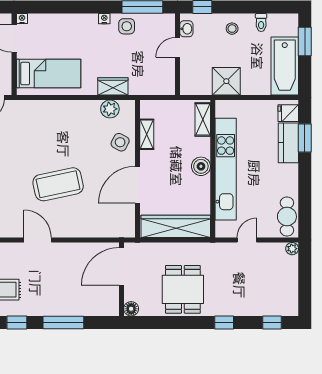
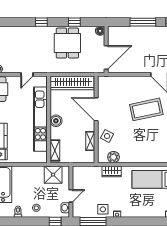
shower: (226, 81) -> (53, 175), moved
door: (137, 185) -> (96, 109), swing flipped
window: (272, 322) -> (74, 22), moved

